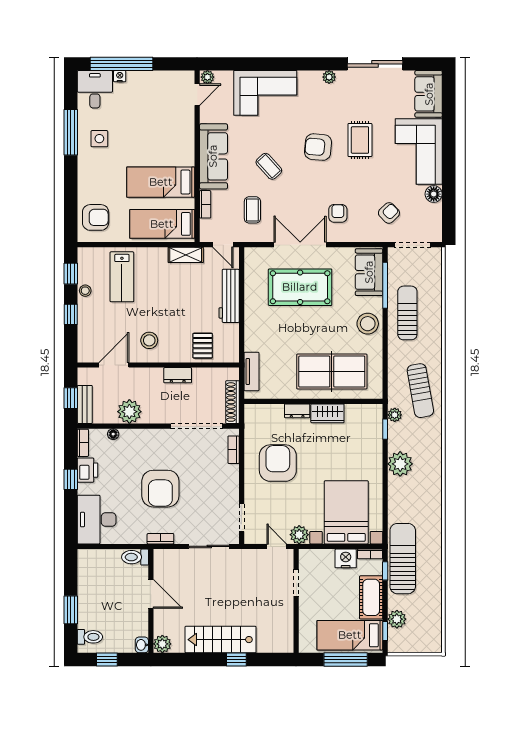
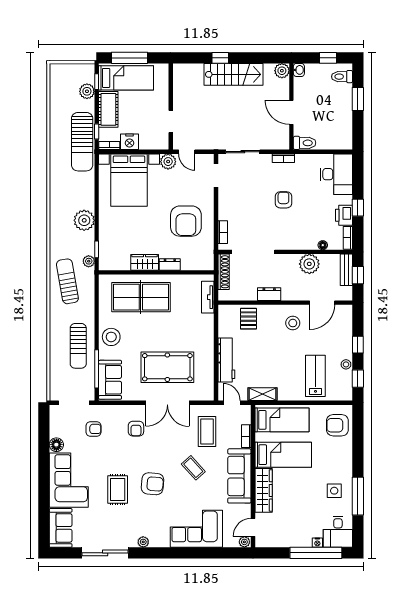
wardrobe: (184, 139) -> (264, 490), added
coffee table: (252, 210) -> (207, 431), width x1.36, depth x1.30
armchair: (389, 213) -> (94, 429), turned -136
armchair: (160, 489) -> (283, 200), width x0.53, depth x0.53

